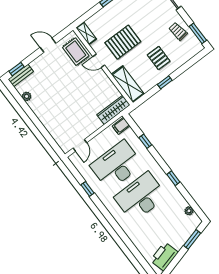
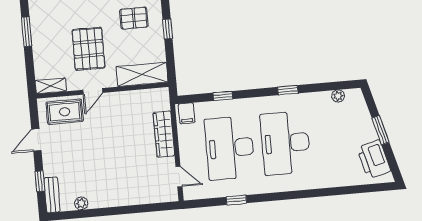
window: (16, 69) -> (40, 181), moved
wardrobe: (113, 110) -> (164, 134), moved
window: (192, 239) -> (380, 130), moved

